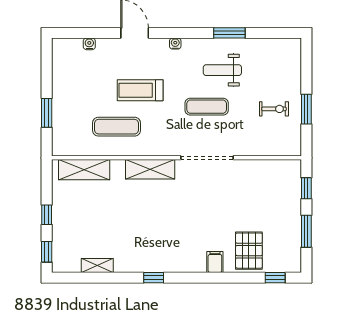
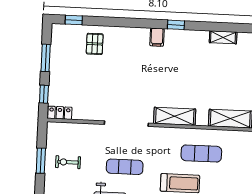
locker: (286, 167) -> (60, 113), added
pallet: (249, 251) -> (95, 44), width x0.67, depth x0.71
filing cabinet: (215, 262) -> (157, 37), moved

